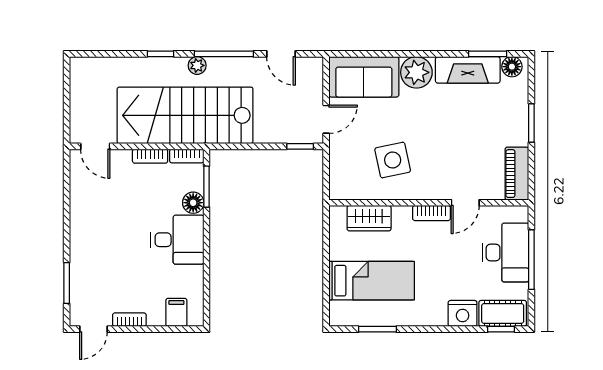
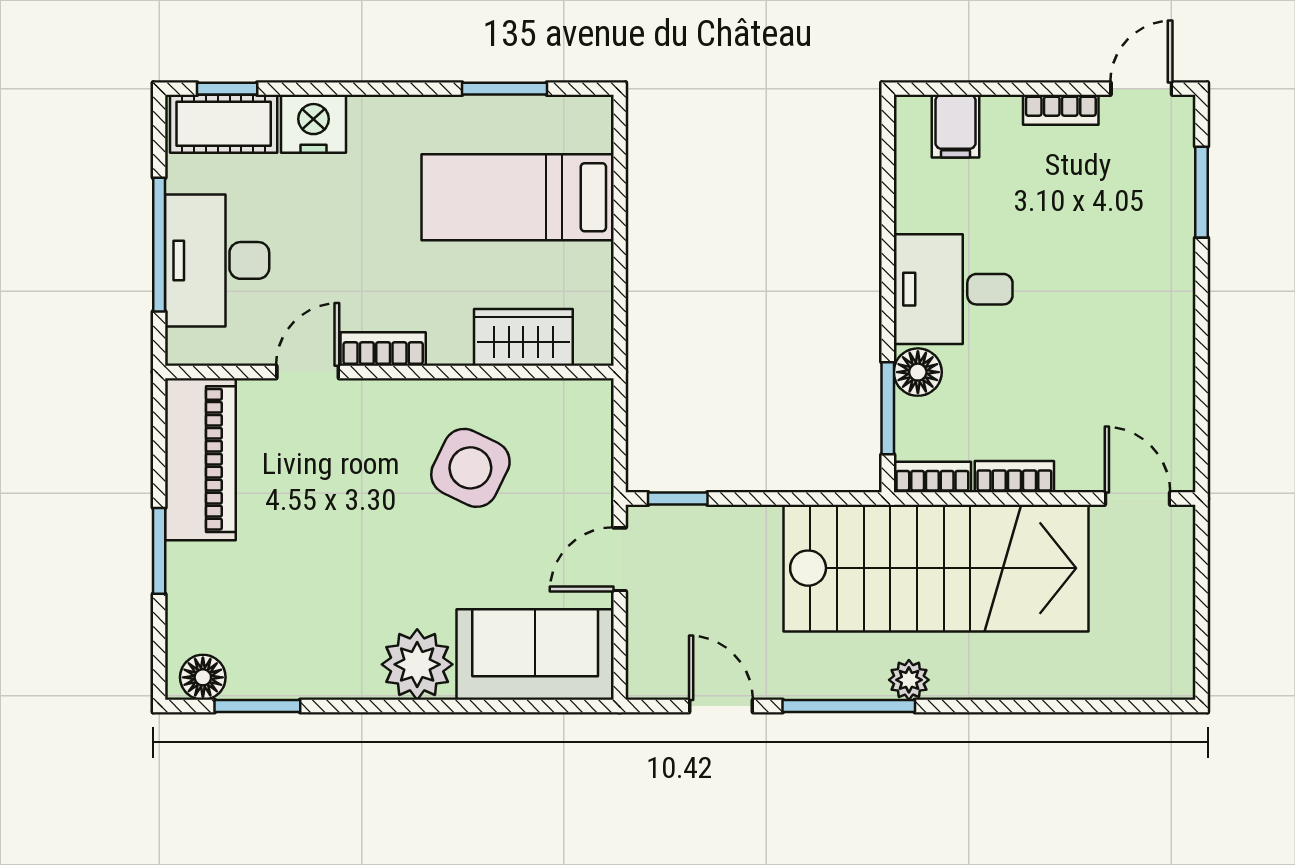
window: (160, 54) -> (991, 706), removed
fireplace: (468, 70) -> (302, 670), removed
side table: (393, 160) -> (470, 468), turned 38
piano: (517, 174) -> (200, 459), width x1.37, depth x1.33

